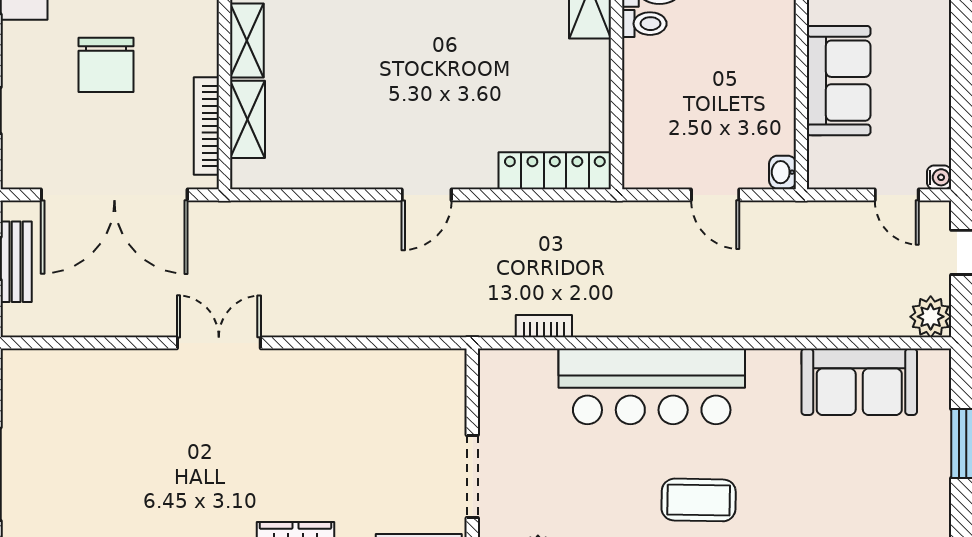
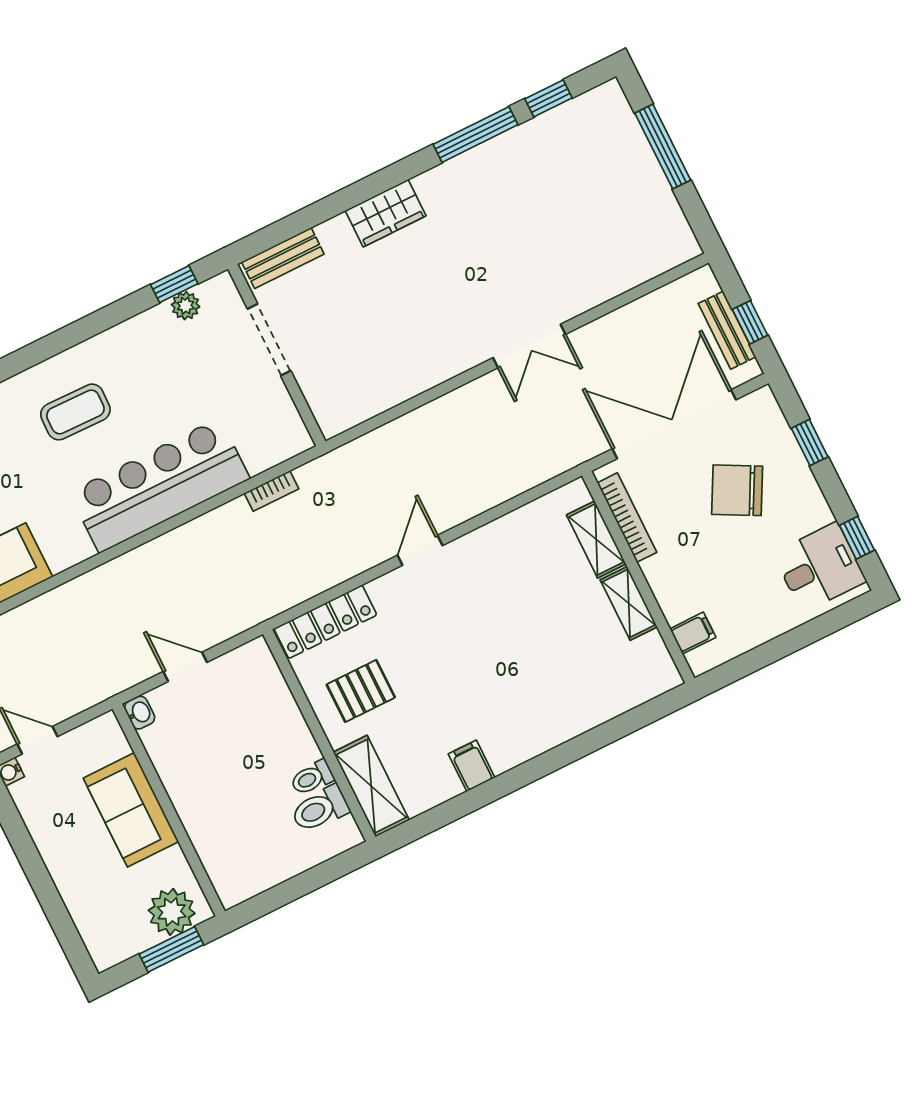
chair: (106, 65) -> (737, 490), moved, turned -62
pallet: (554, 85) -> (361, 691), added

